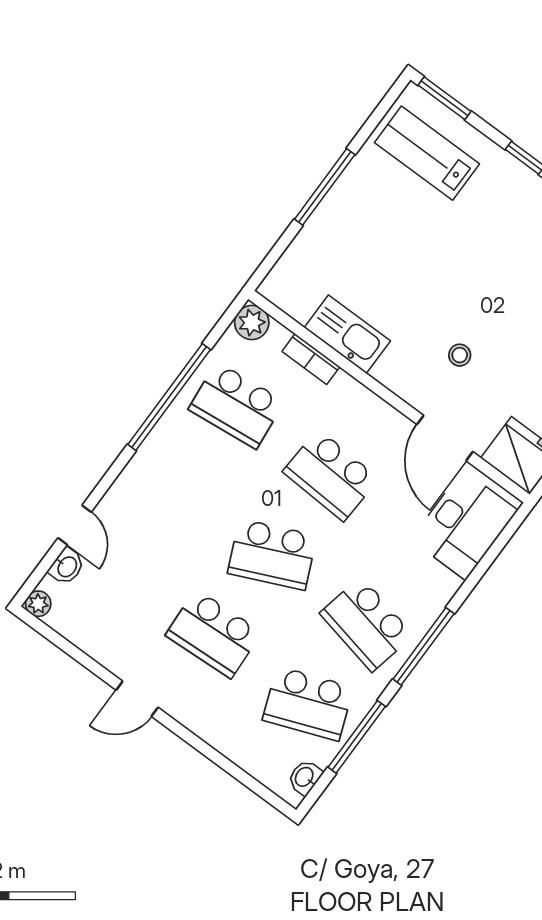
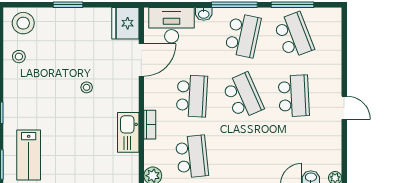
stool: (460, 355) -> (87, 87), moved
bookcase: (311, 359) -> (150, 125), moved
washbasin: (305, 777) -> (204, 14), moved

